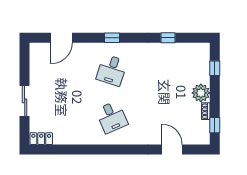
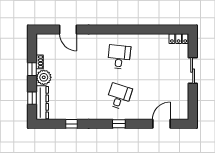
dresser: (203, 63) -> (42, 103), added
desk: (112, 117) -> (119, 57), turned 30
window: (215, 125) -> (32, 69), moved

